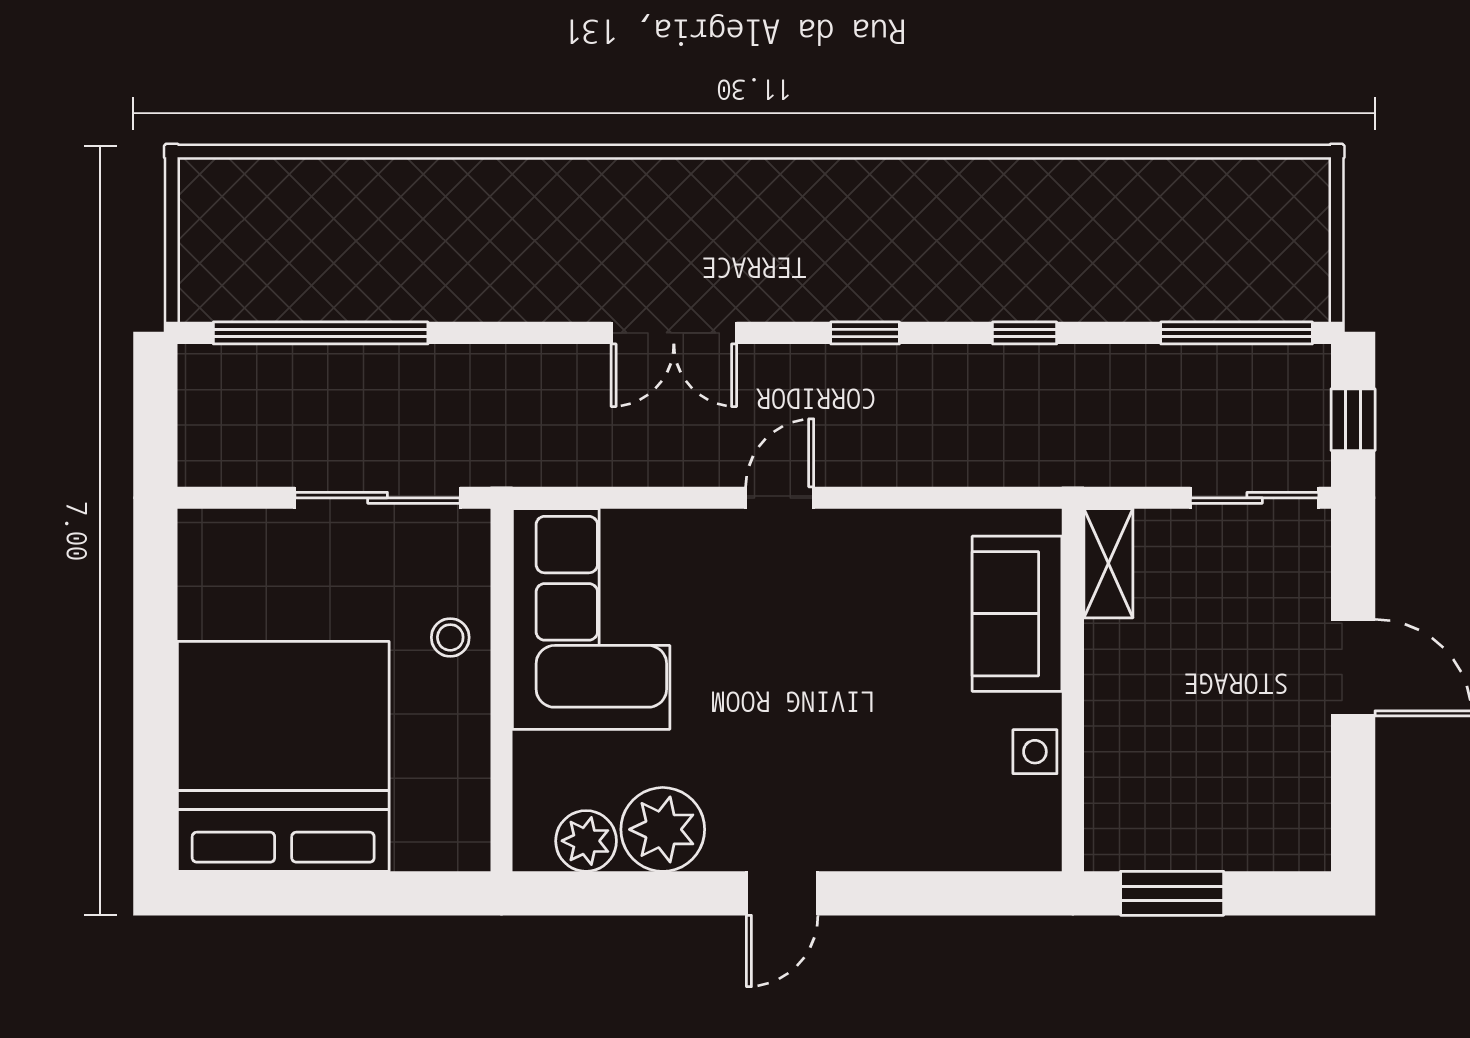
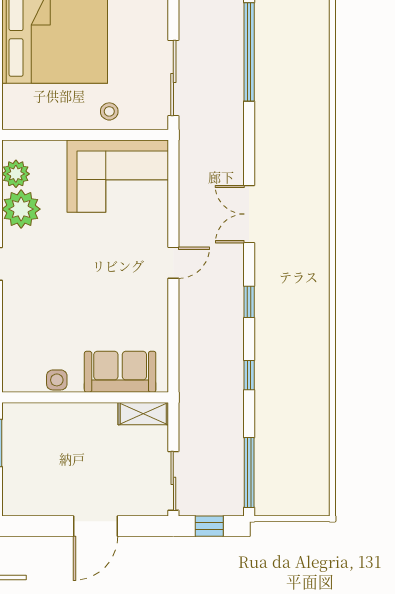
door: (780, 498) -> (173, 263), hinge flipped

